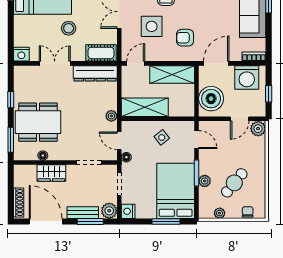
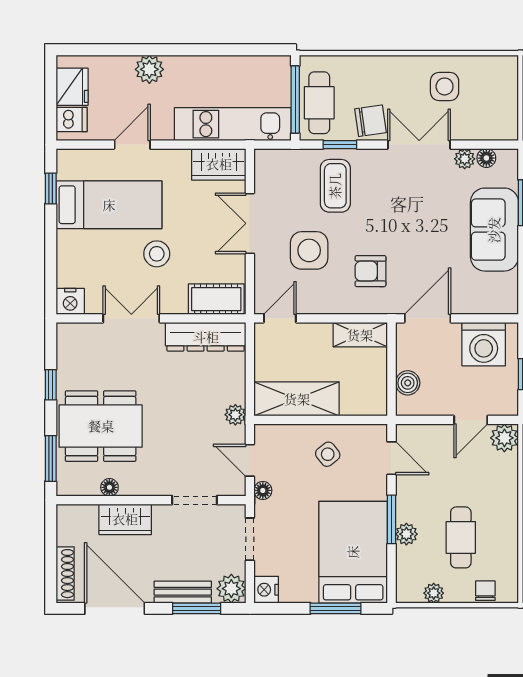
bookcase: (254, 57) -> (497, 306), removed
shelving: (172, 74) -> (360, 335), width x0.67, depth x0.75
boiler: (211, 99) -> (408, 383), width x0.54, depth x0.54
cafe table: (234, 183) -> (461, 537), turned -39

